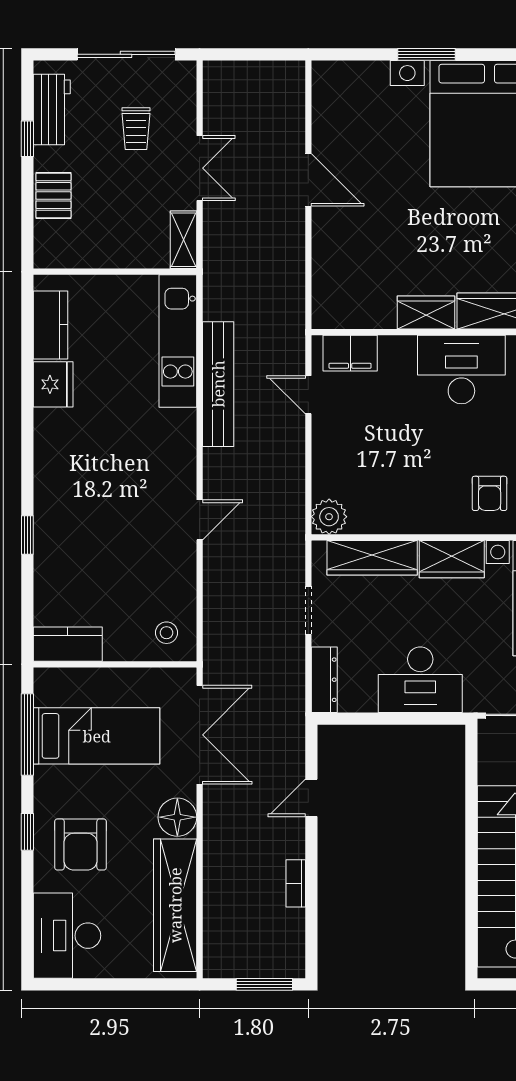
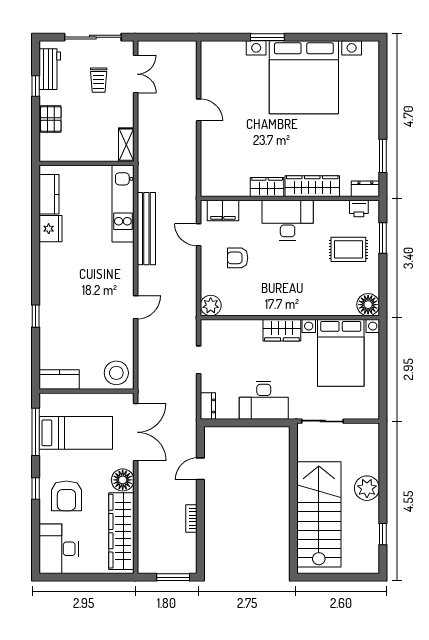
double door: (200, 168) -> (136, 74), moved
door: (308, 180) -> (199, 110), width x0.73
armchair: (490, 493) -> (238, 258), moved, turned 90
wardrobe: (372, 558) -> (236, 329), removed
stool: (166, 633) -> (116, 373), width x1.89, depth x1.89
dresser: (324, 680) -> (208, 406), width x0.70

